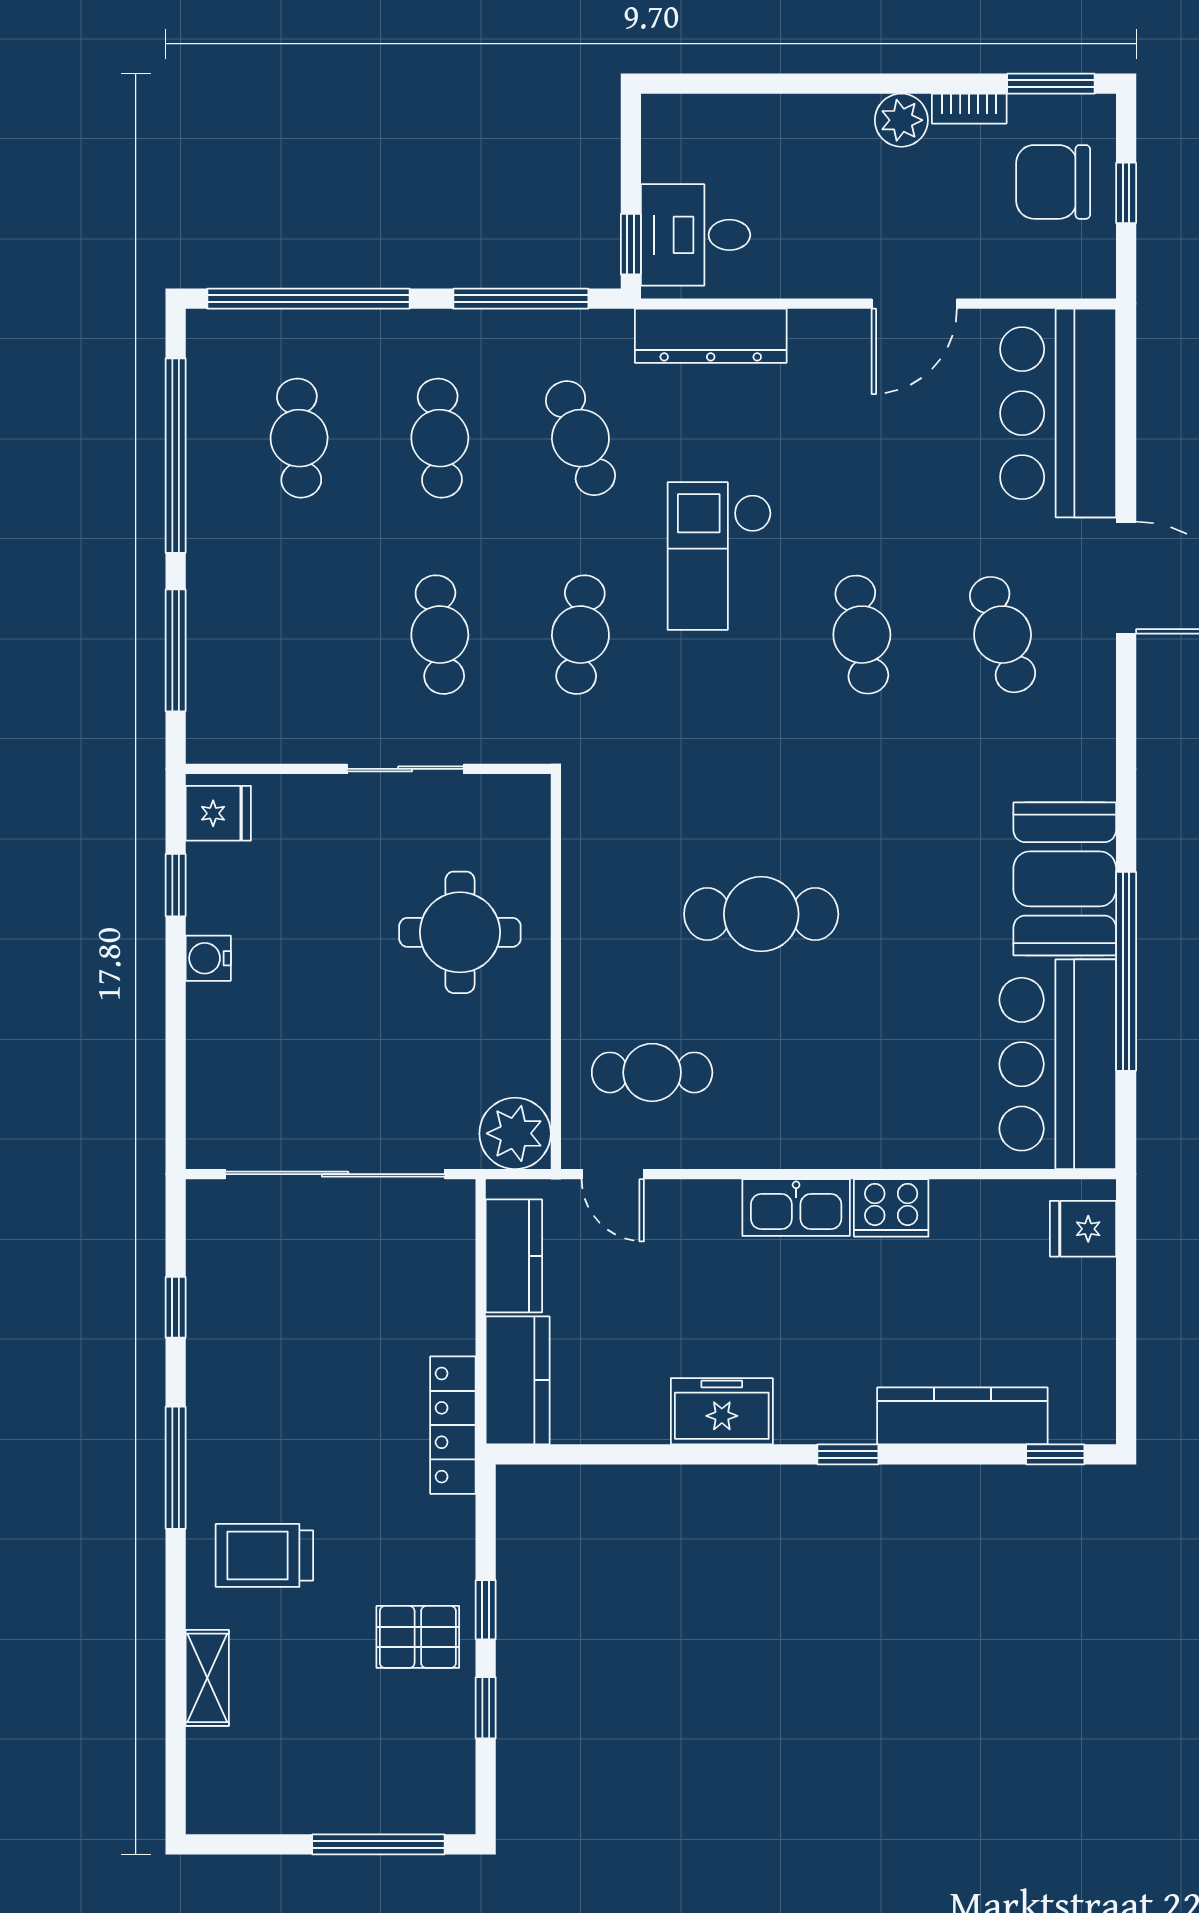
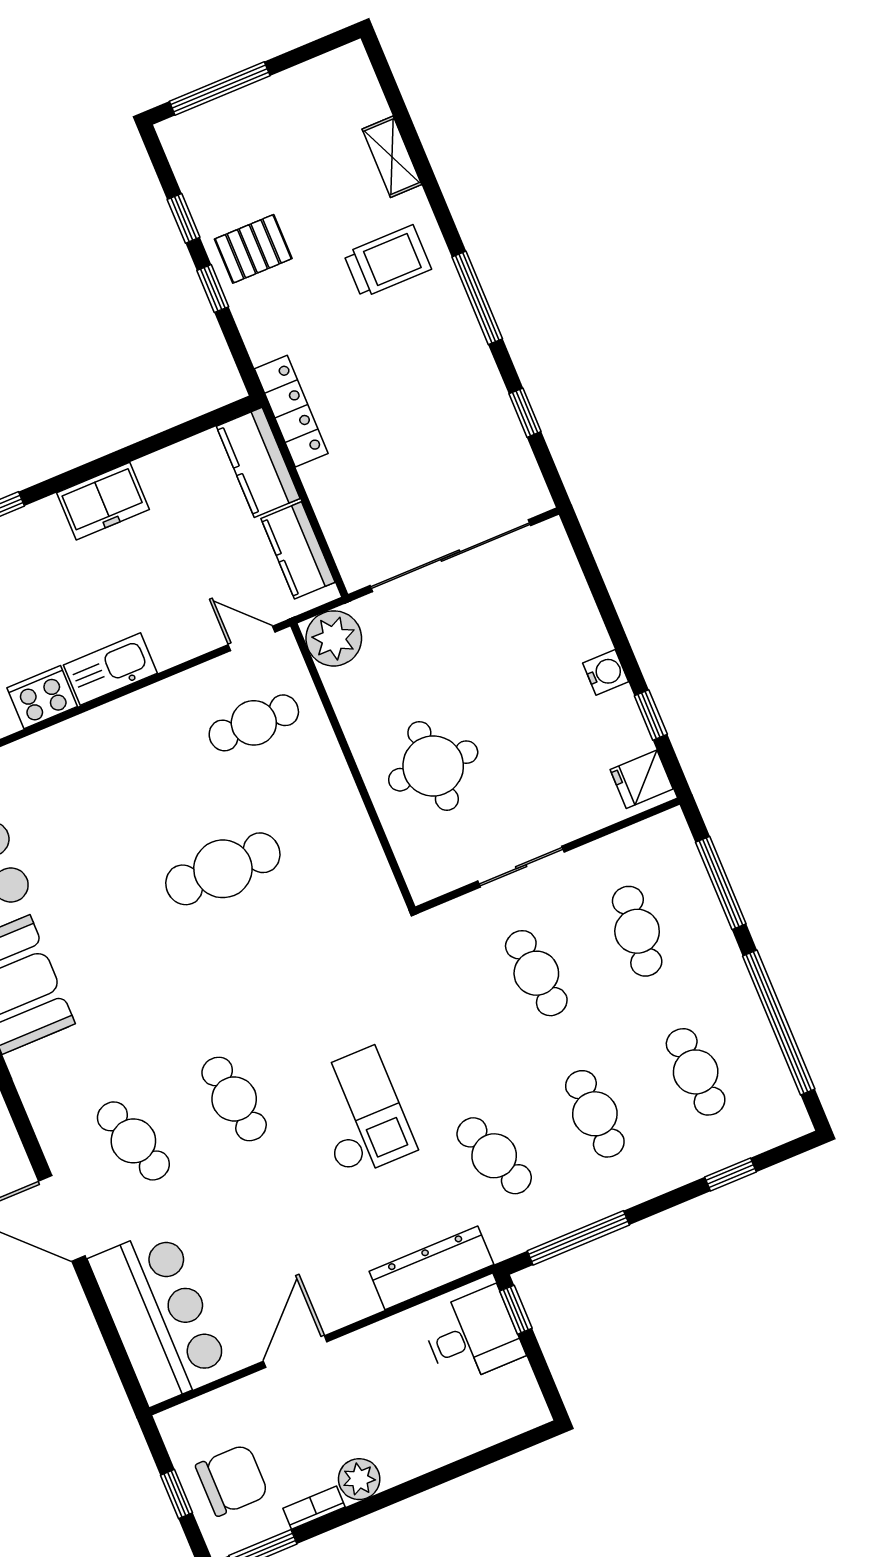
window: (309, 299) -> (730, 1175), width x0.32
cafe table: (580, 635) -> (637, 931), moved

